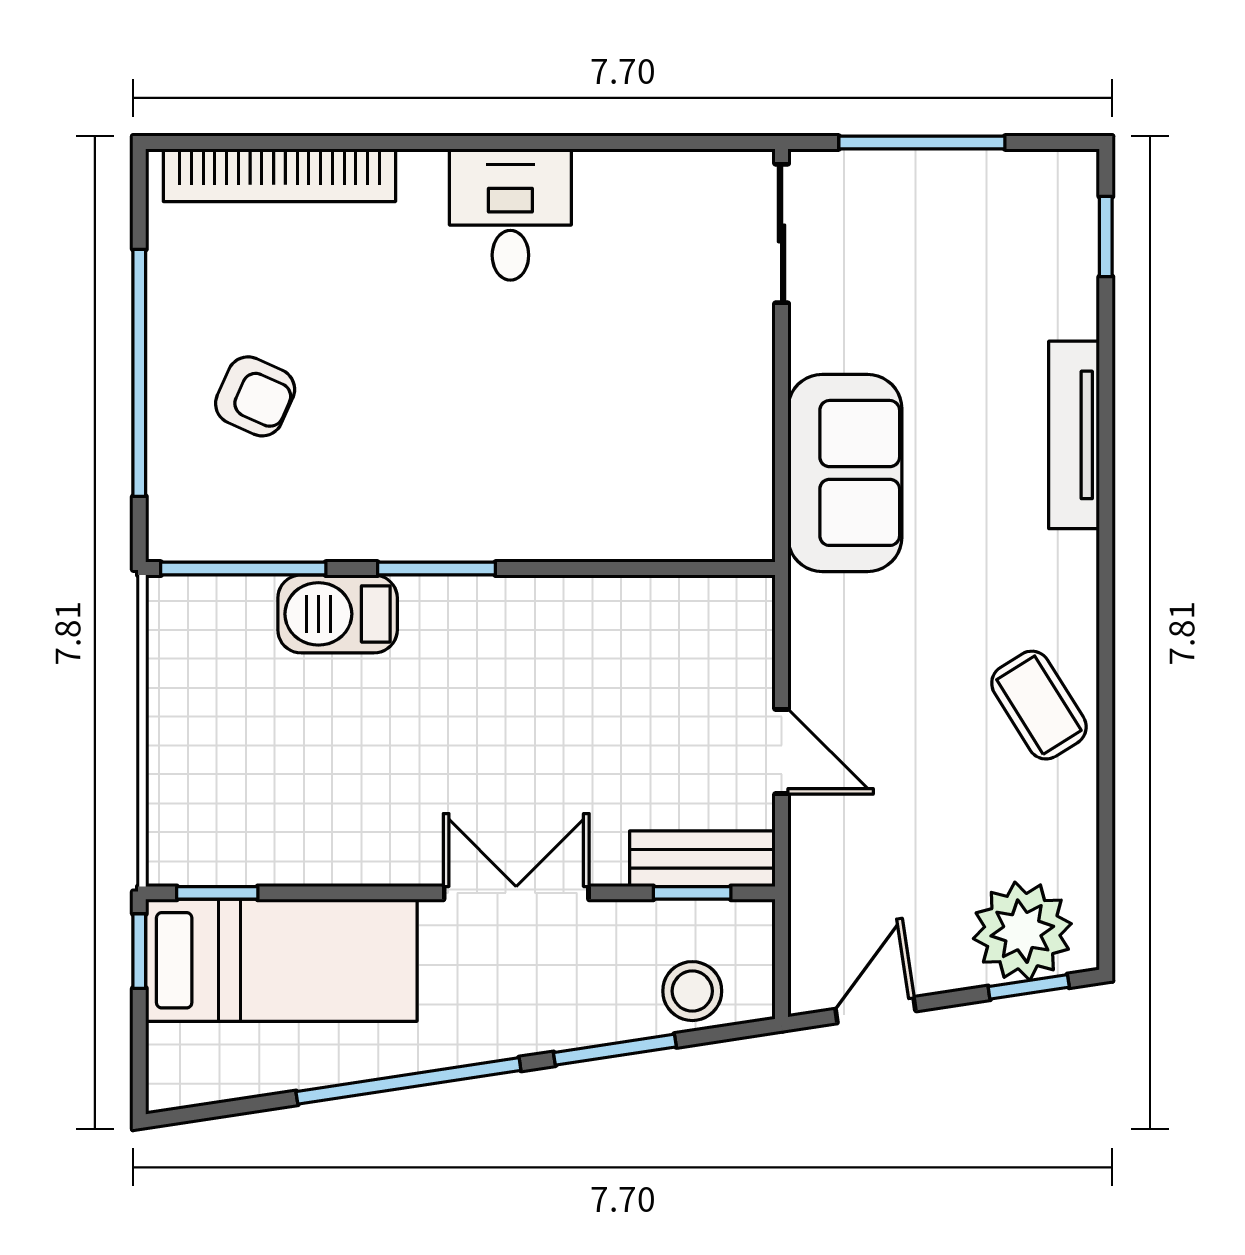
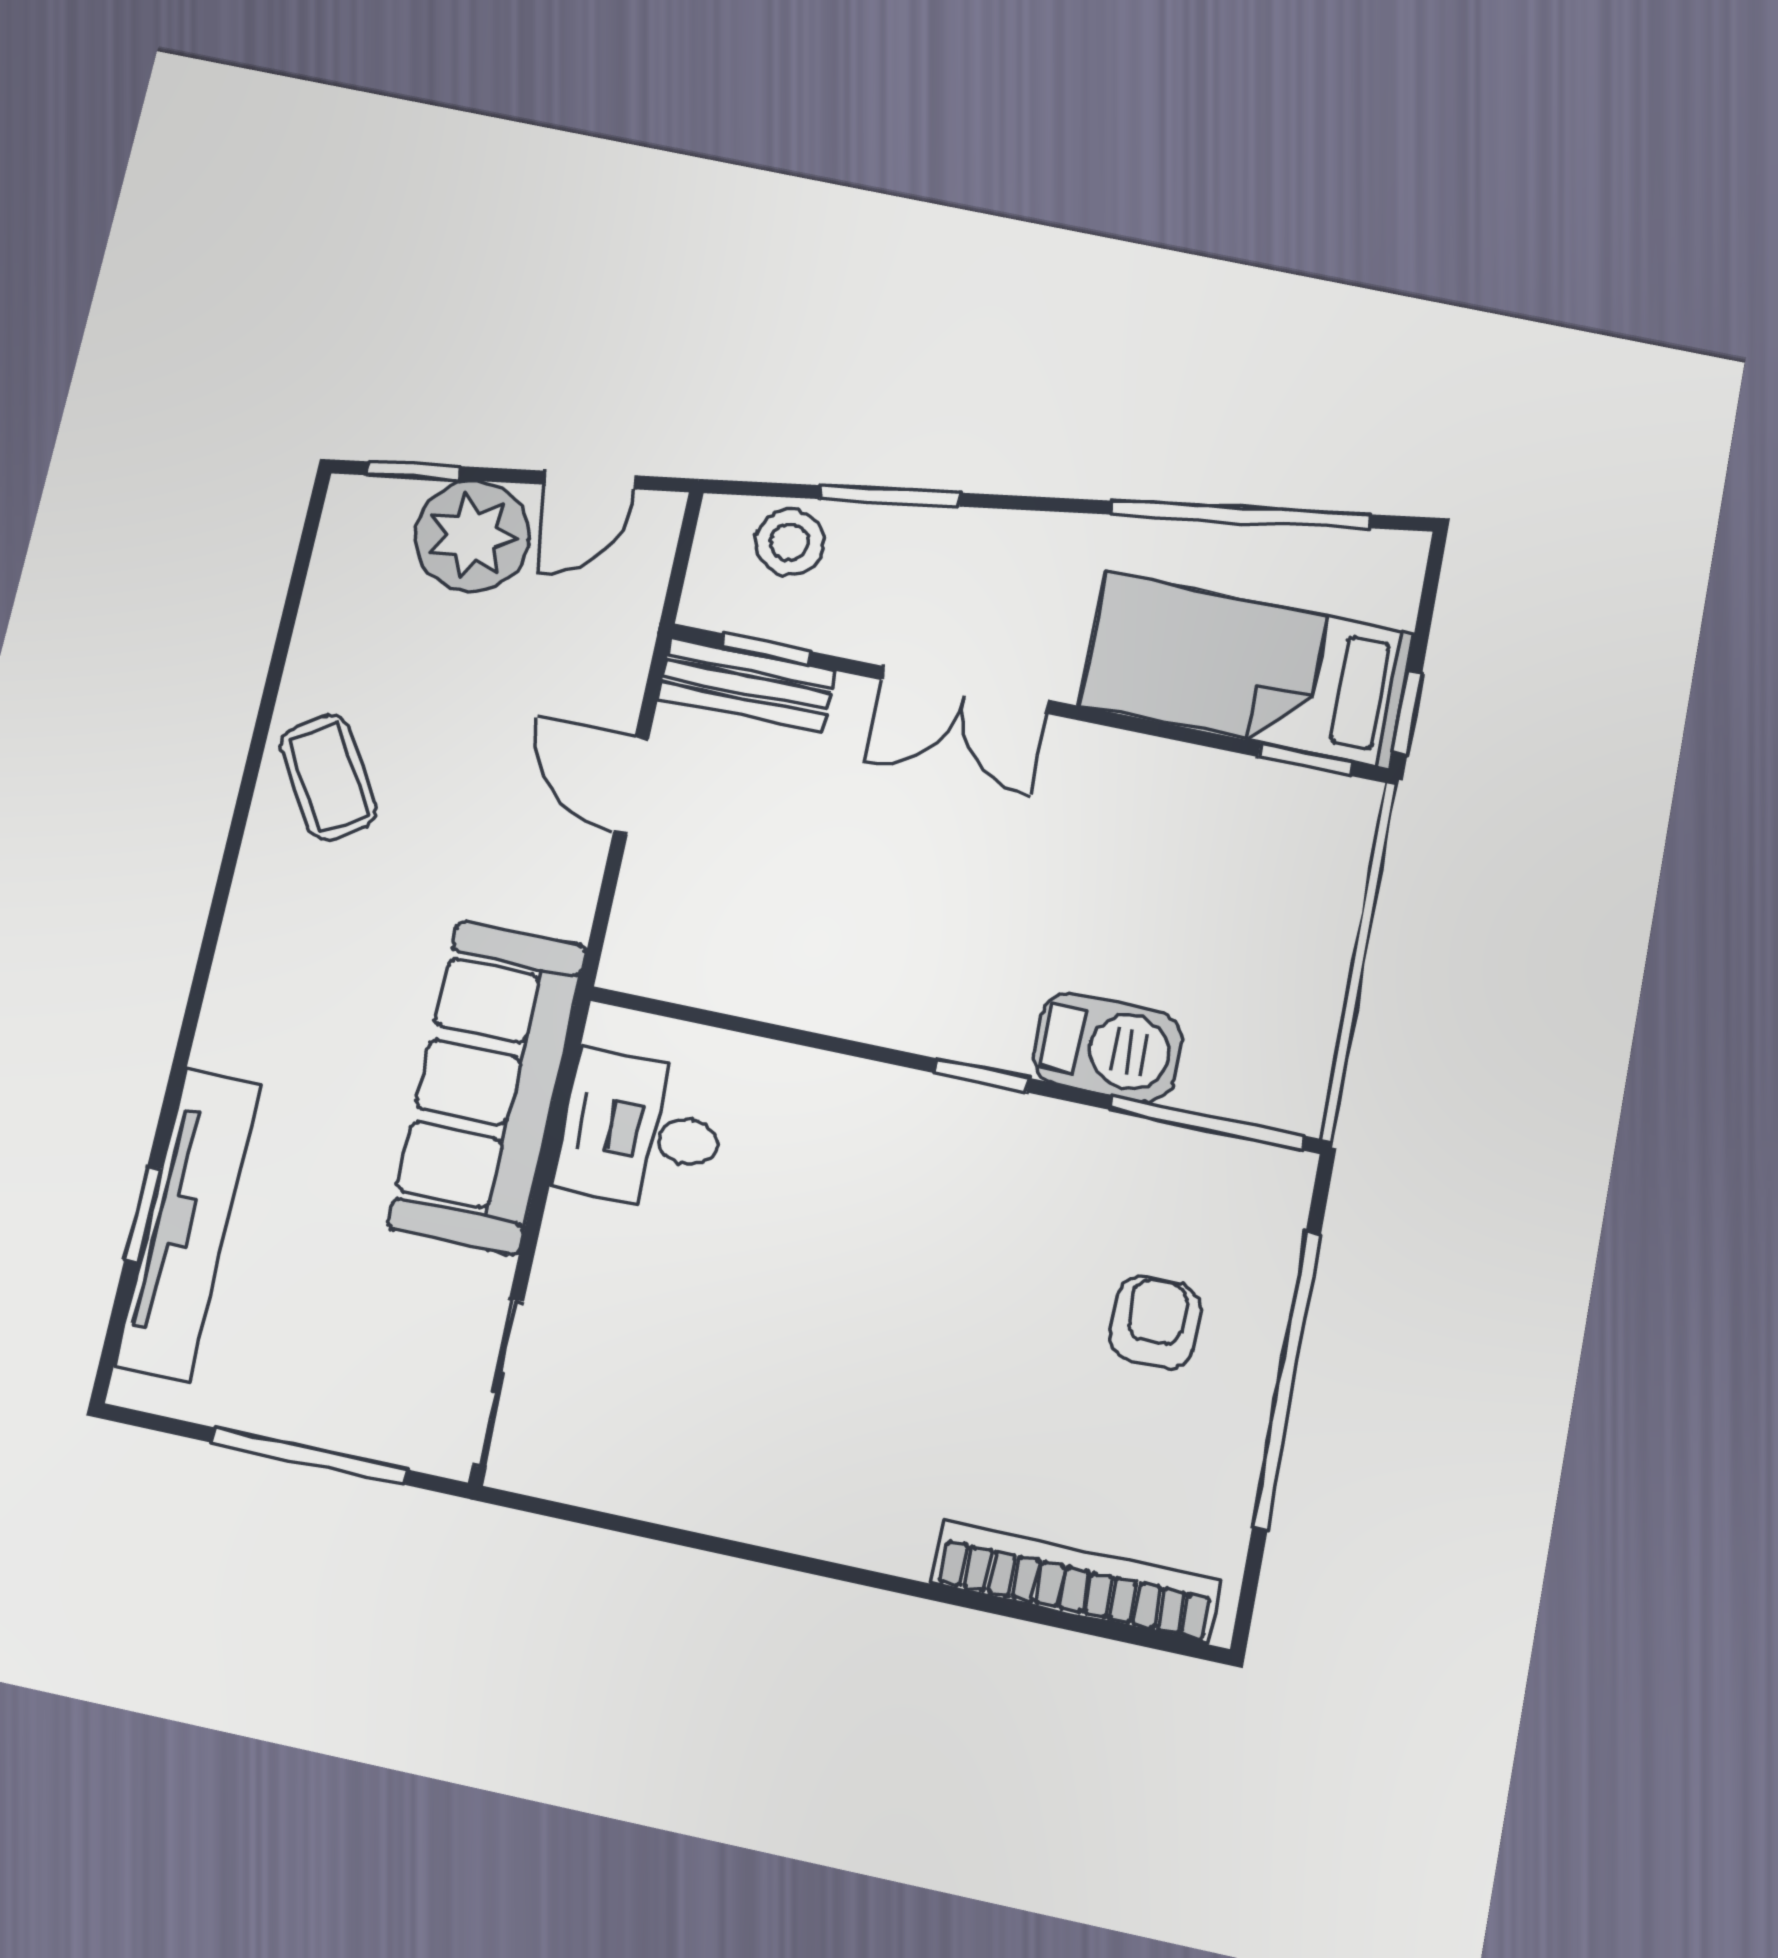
desk: (510, 215) -> (641, 1132), moved, turned 90
window: (1106, 237) -> (143, 1214), moved
armchair: (255, 396) -> (1155, 1322), turned 66
tv unit: (1074, 435) -> (188, 1223), moved, width x1.36, depth x1.29
sofa: (845, 473) -> (488, 1086), width x1.36
window: (436, 569) -> (982, 1076), width x0.67
plant: (1022, 931) -> (472, 536), moved
window: (408, 1081) -> (1241, 514), moved

